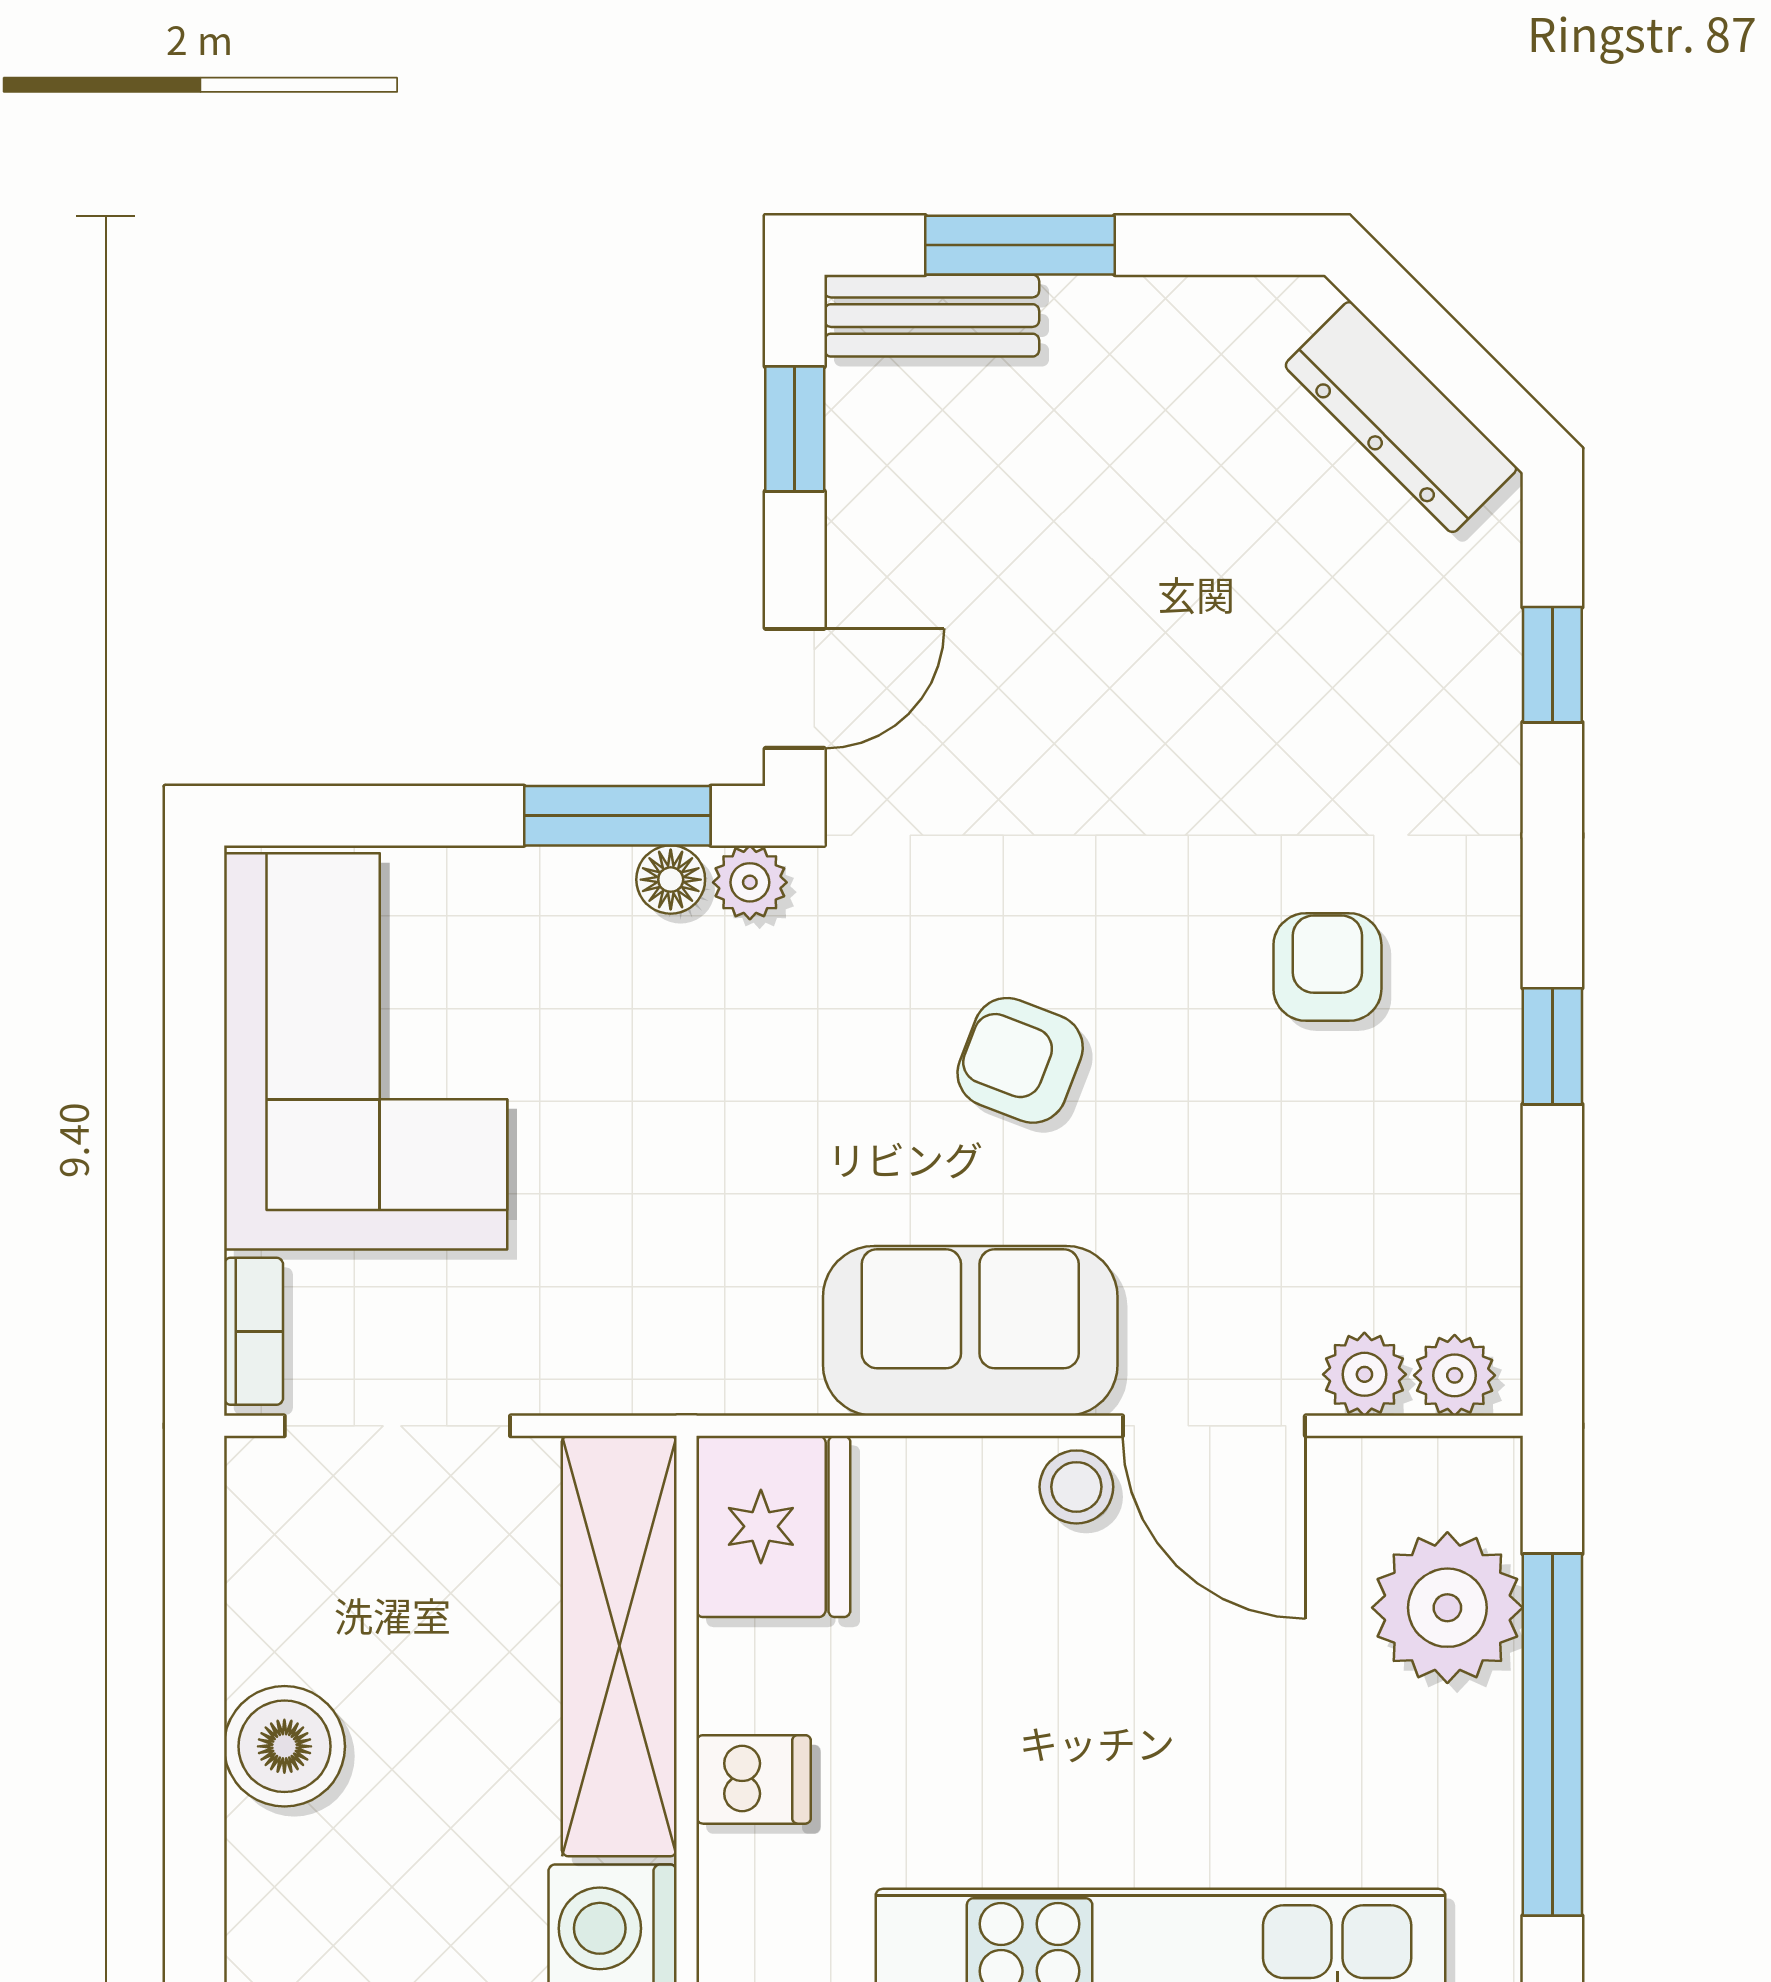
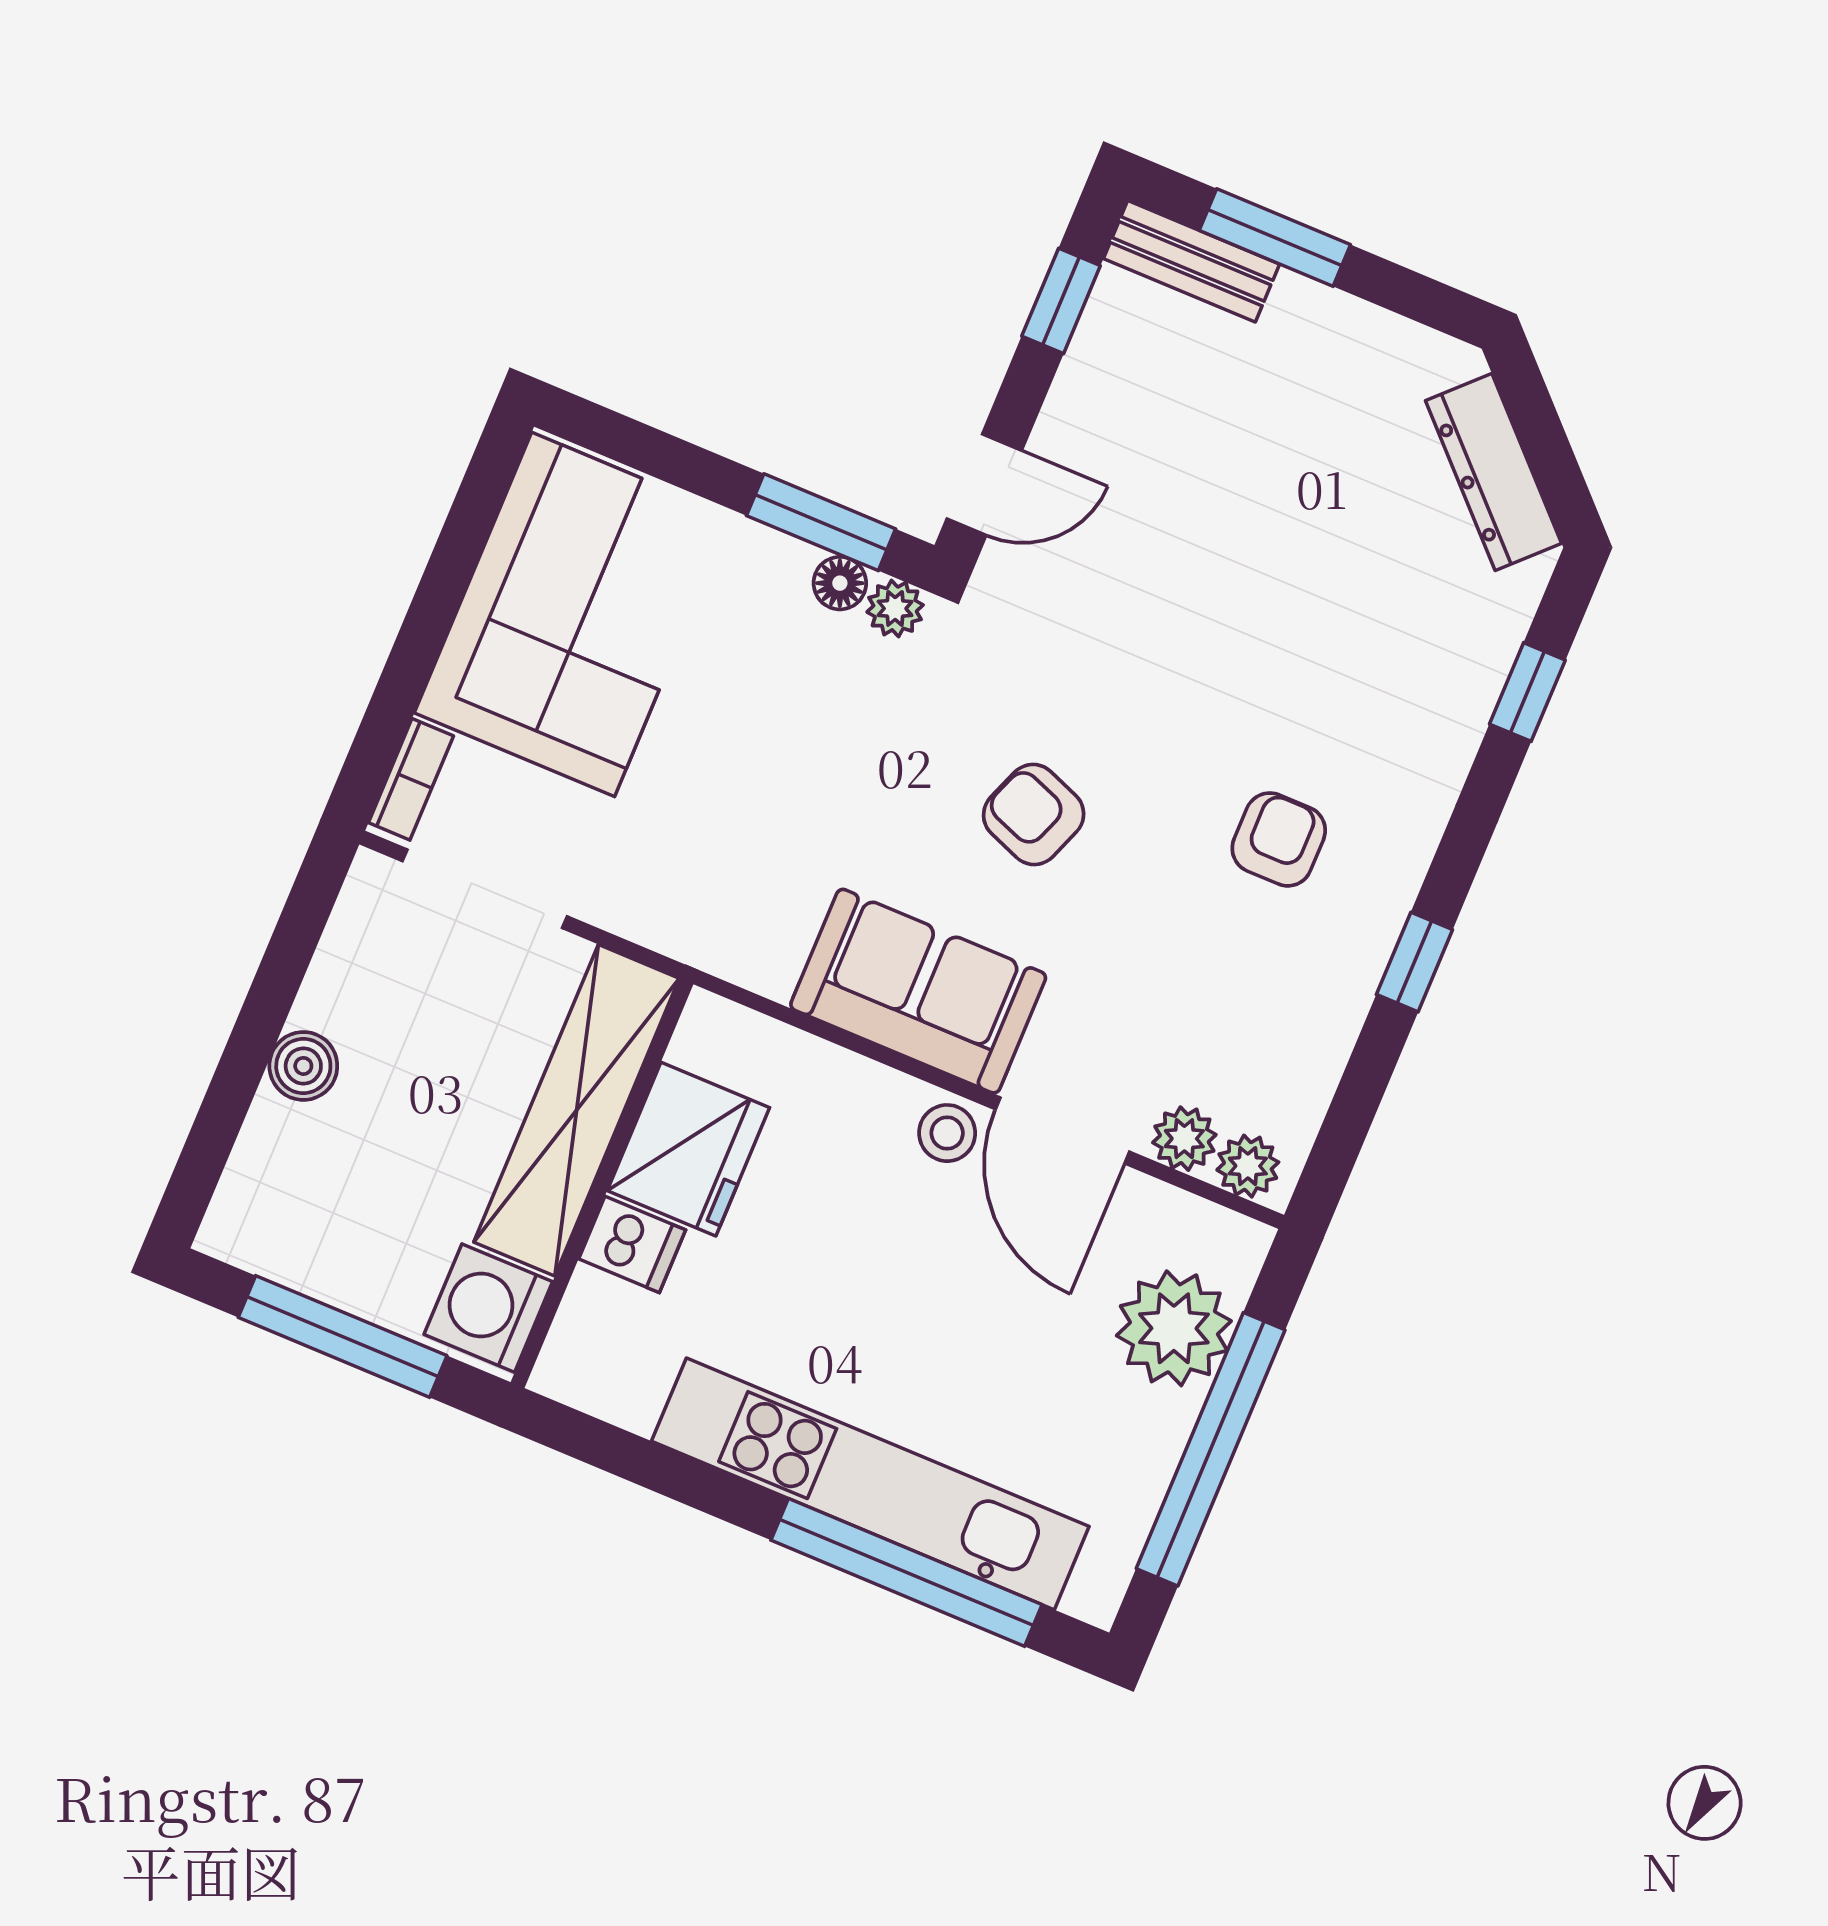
fridge: (773, 1526) -> (688, 1149), moved
boiler: (284, 1746) -> (303, 1066), width x0.73, depth x0.73

